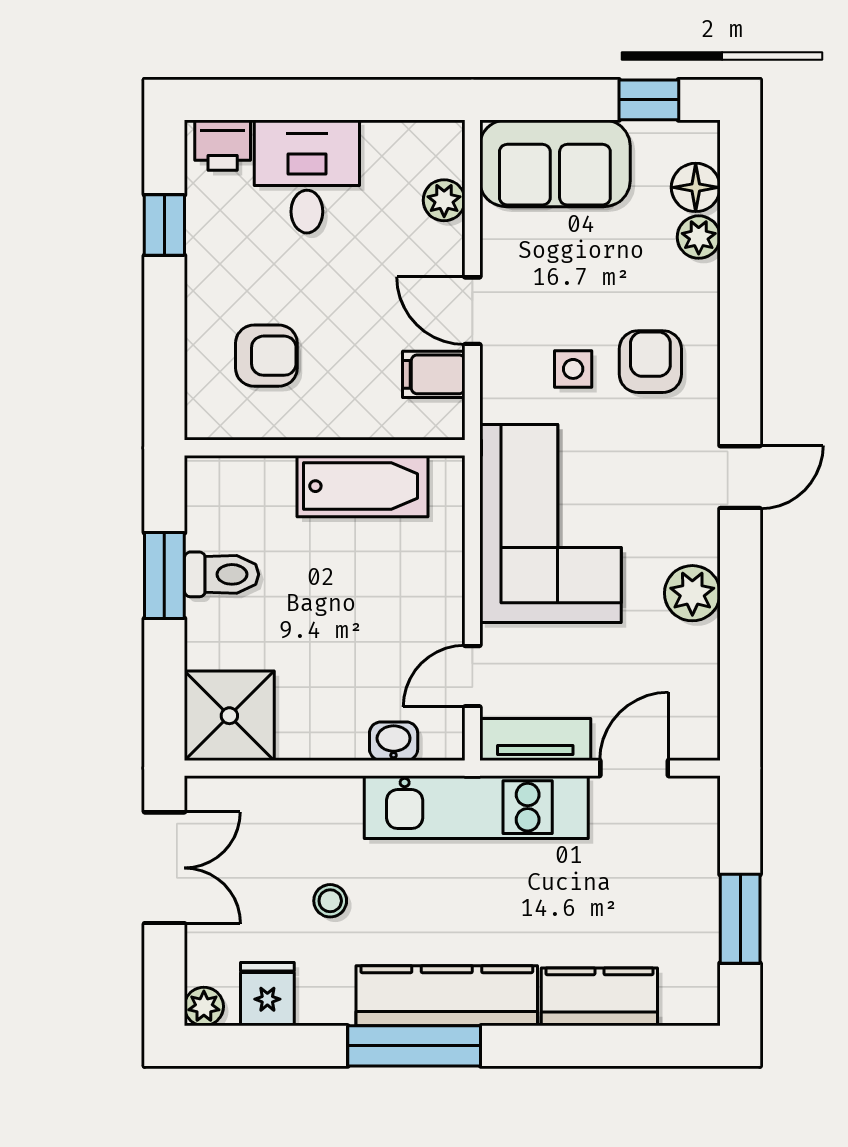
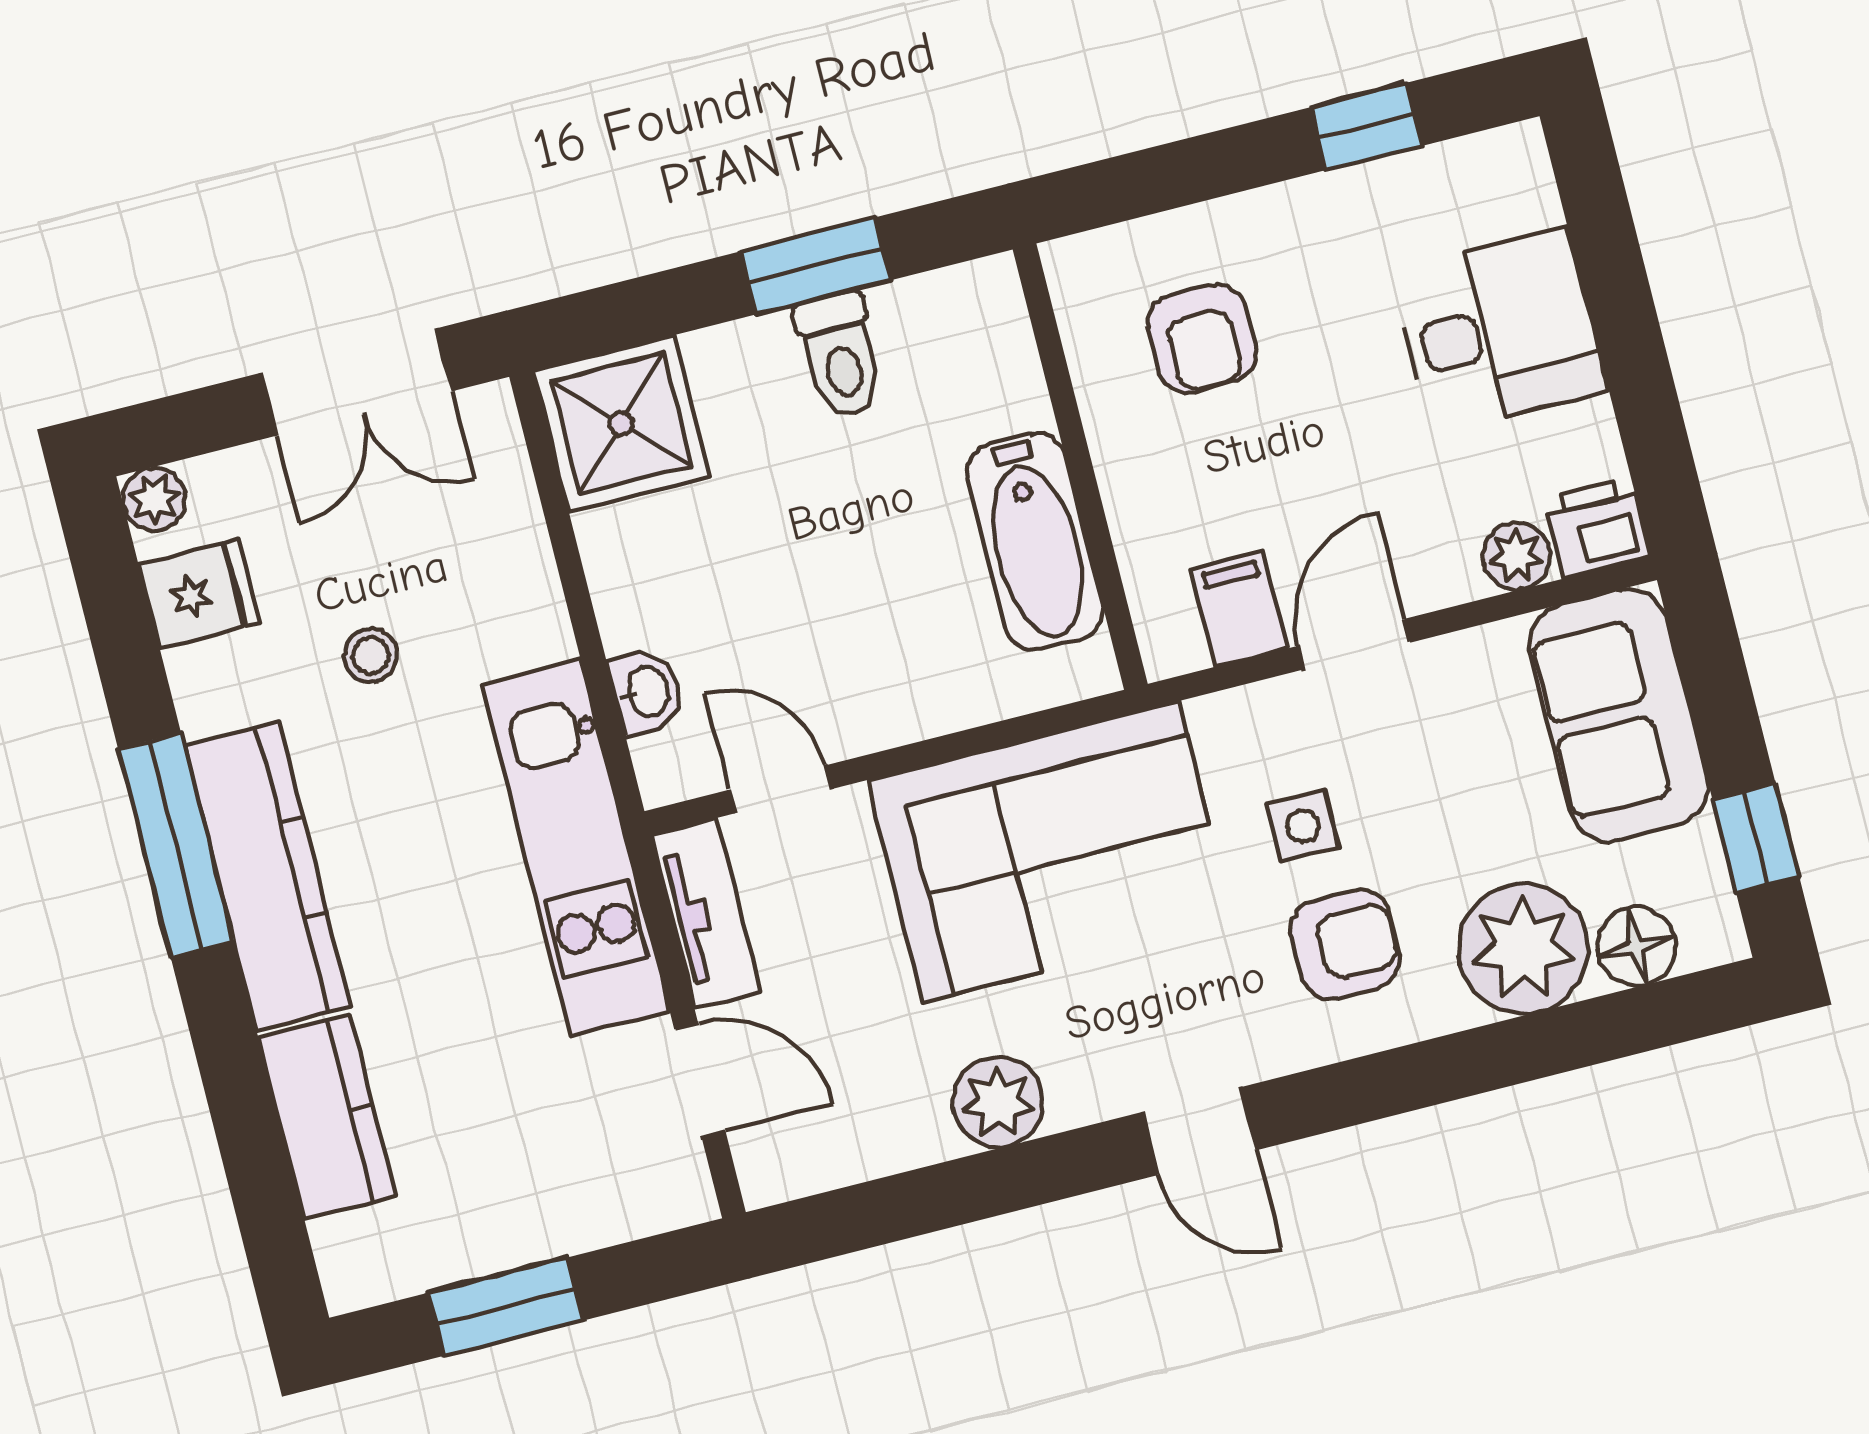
printer: (223, 145) -> (1597, 528), moved, turned 90
plant: (699, 237) -> (1523, 949), width x1.87, depth x1.87

